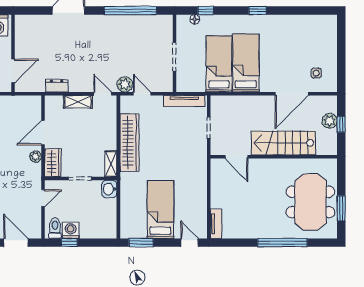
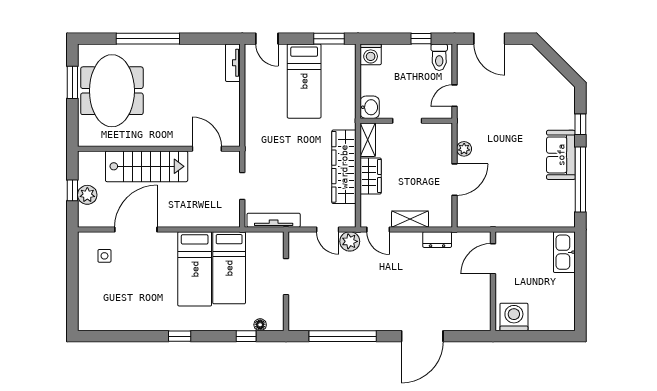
wardrobe: (53, 163) -> (371, 176), moved, turned 180
washing machine: (71, 230) -> (371, 54), moved

